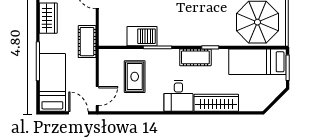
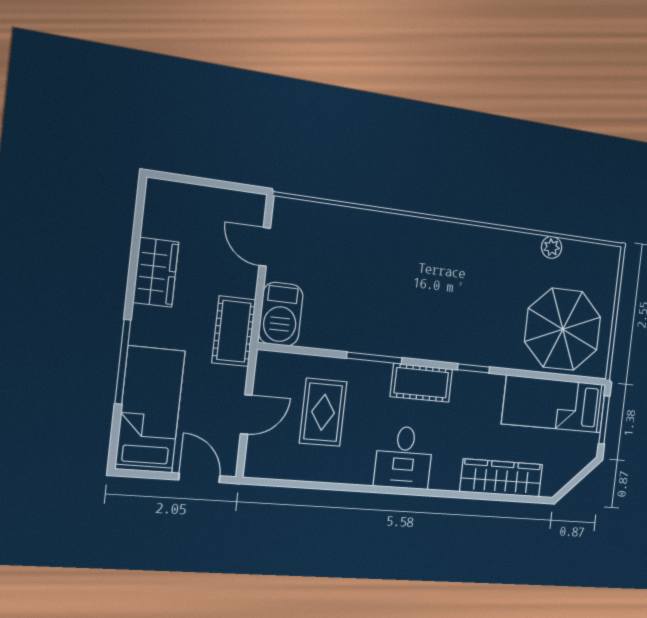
barbecue: (142, 36) -> (281, 314), moved, turned 90
cot: (195, 57) -> (421, 383), moved
door: (97, 96) -> (246, 415), moved
wardrobe: (216, 103) -> (501, 478), moved

